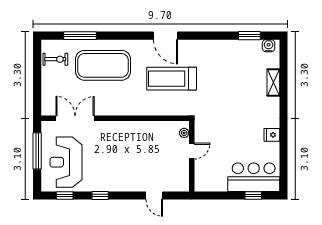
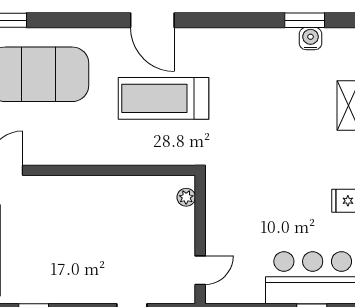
water cooler: (269, 46) -> (311, 39), moved
door: (192, 151) -> (200, 270), moved

